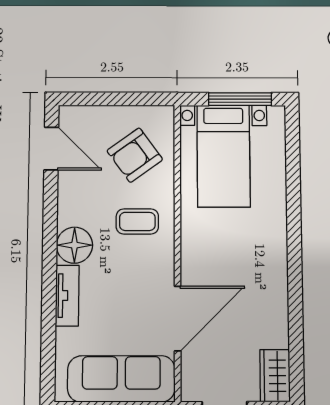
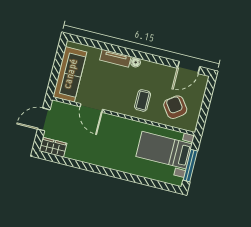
floor lamp: (74, 245) -> (136, 62), width x0.53, depth x0.53
door: (178, 319) -> (91, 108), width x0.73

